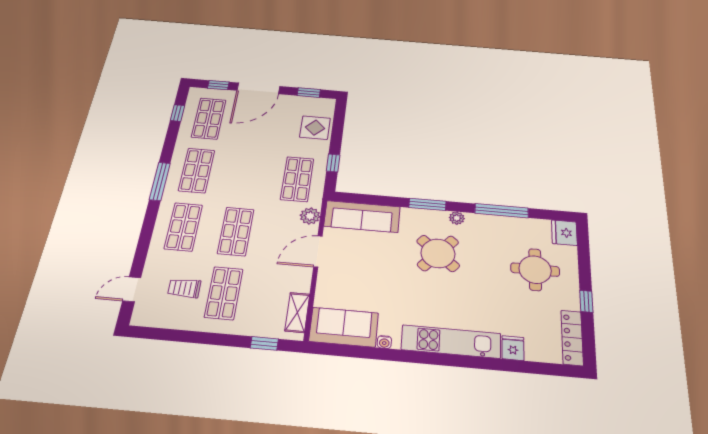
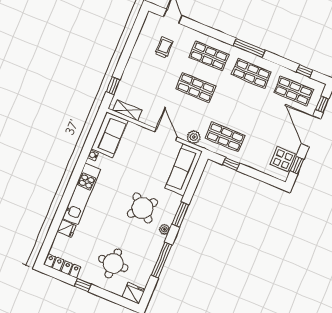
display table: (315, 128) -> (283, 159), moved
shop shelf: (224, 293) -> (154, 70), removed

